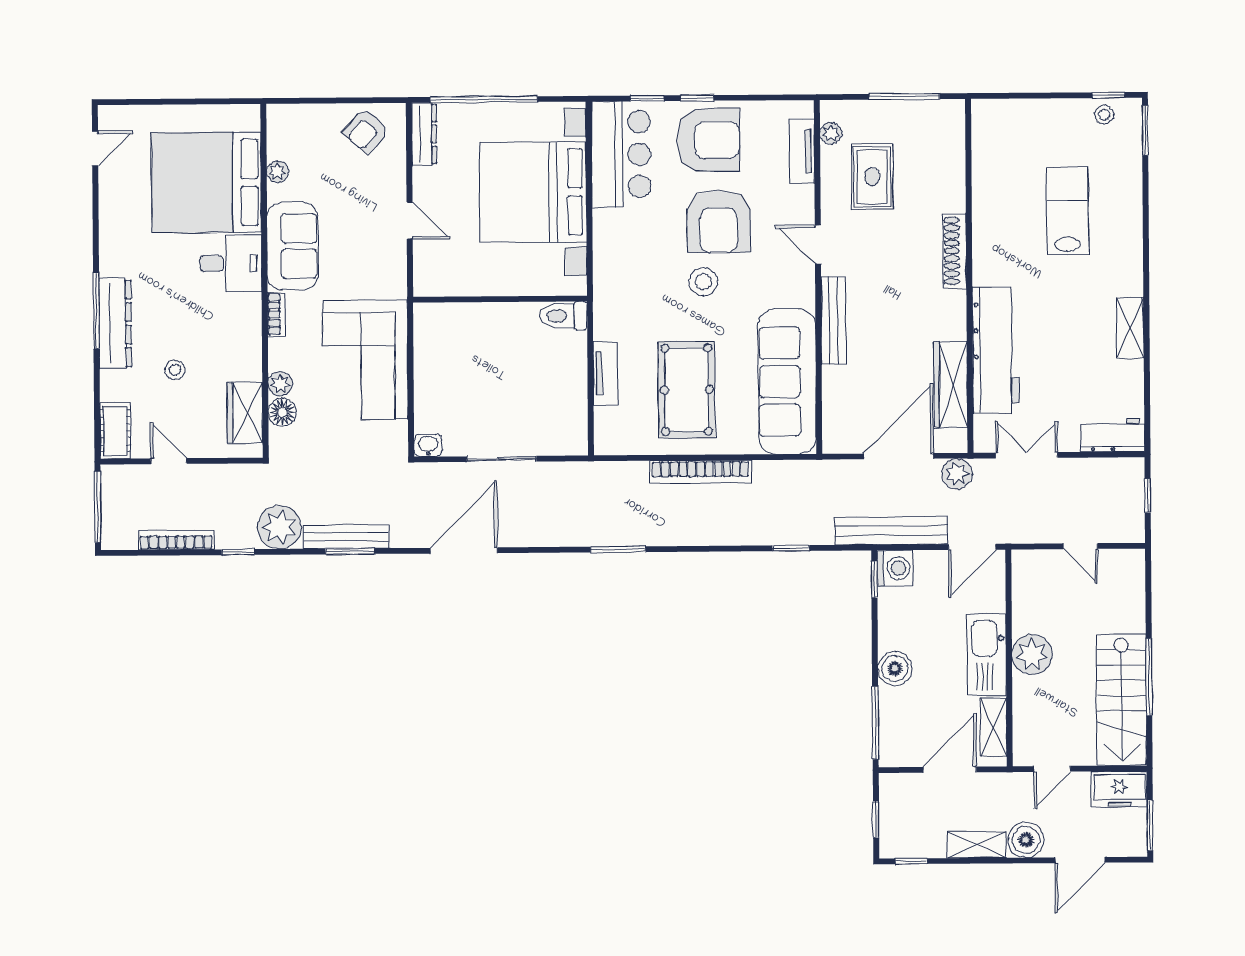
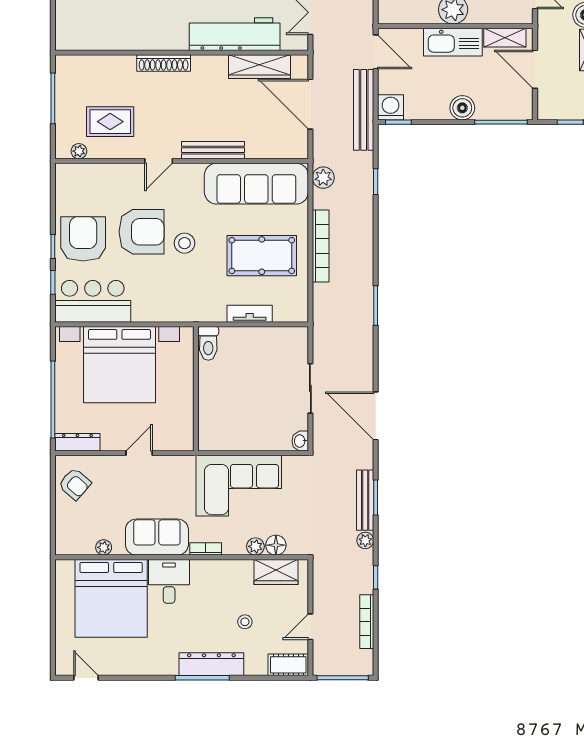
tv unit: (802, 151) -> (91, 172), removed
plant: (957, 474) -> (323, 178), moved
plant: (280, 527) -> (365, 540), width x0.53, depth x0.53

